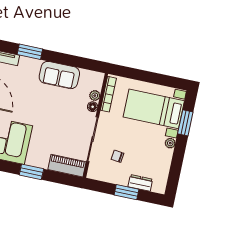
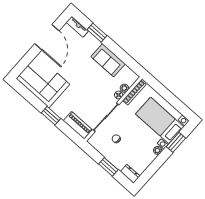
dresser: (140, 183) -> (130, 174), moved

